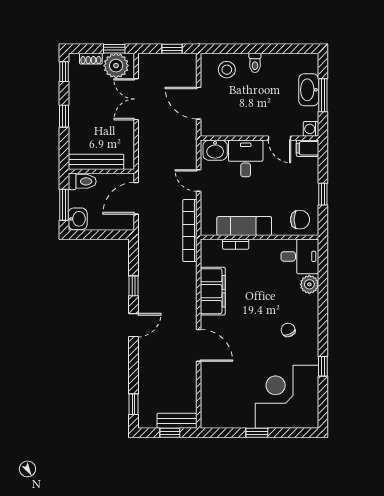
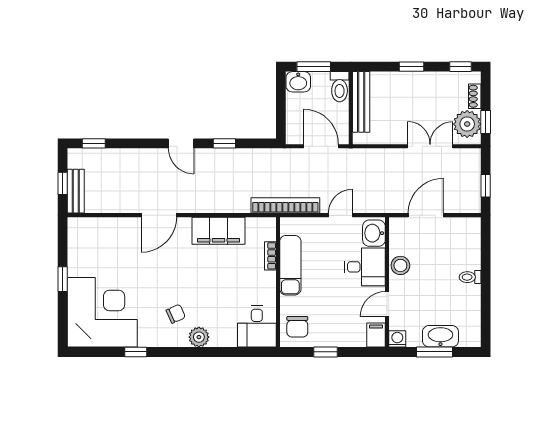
stool: (227, 70) -> (400, 265), moved
plant: (309, 284) -> (199, 337), moved

